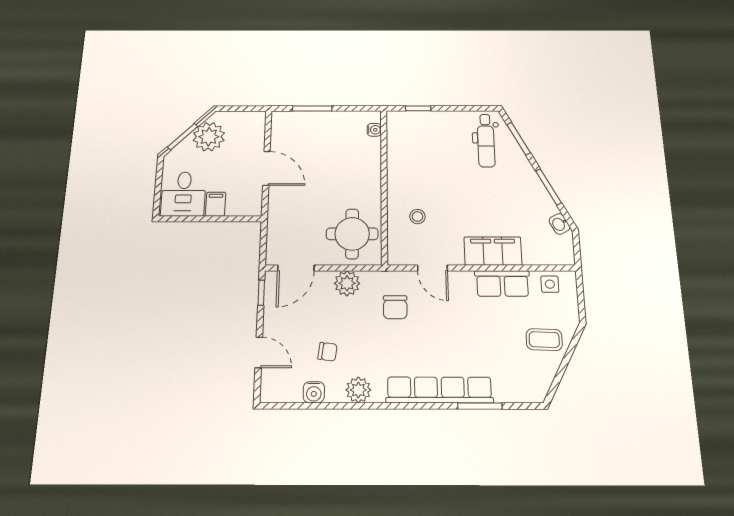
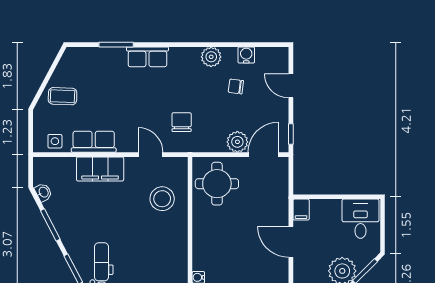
filing cabinet: (215, 204) -> (301, 210), moved
stool: (417, 217) -> (162, 199), width x1.89, depth x1.89
plant: (347, 283) -> (237, 142), moved
row of seats: (439, 390) -> (147, 57), width x0.50

